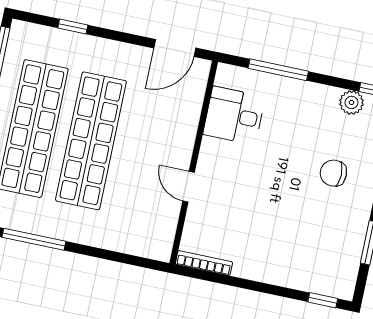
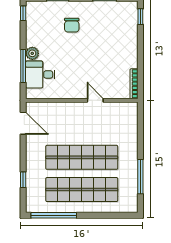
plant: (352, 102) -> (32, 53), moved
desk: (234, 116) -> (40, 74), moved, turned 90
door: (189, 187) -> (95, 100), swing flipped

